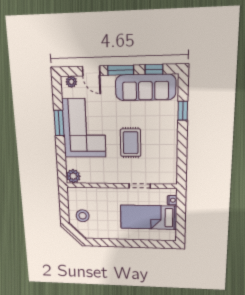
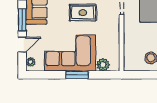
window: (59, 123) -> (77, 75), moved
plant: (73, 176) -> (103, 65), moved

